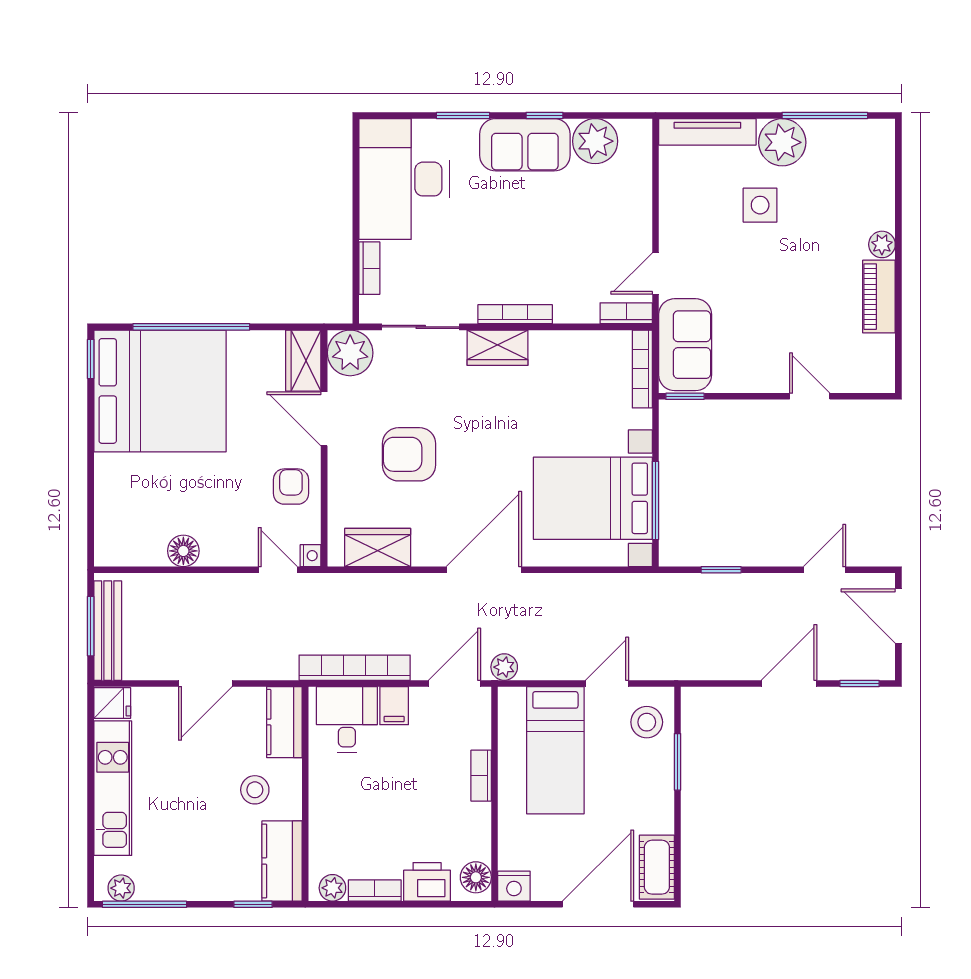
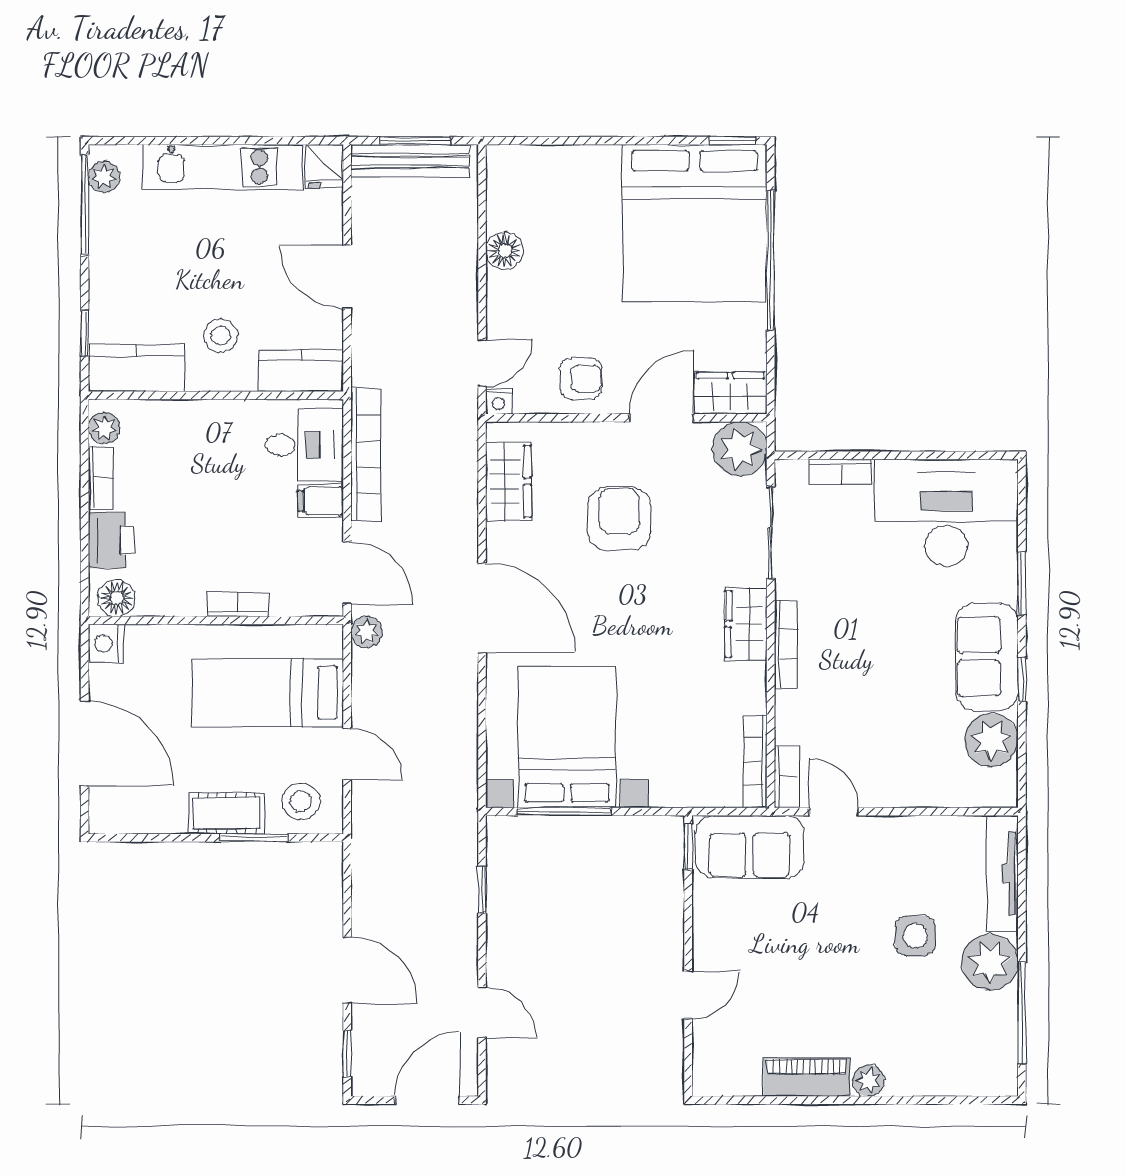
bookcase: (642, 369) -> (755, 762), moved, turned -90
cot: (657, 867) -> (227, 813), moved

